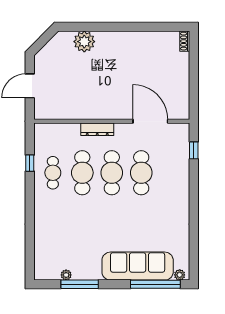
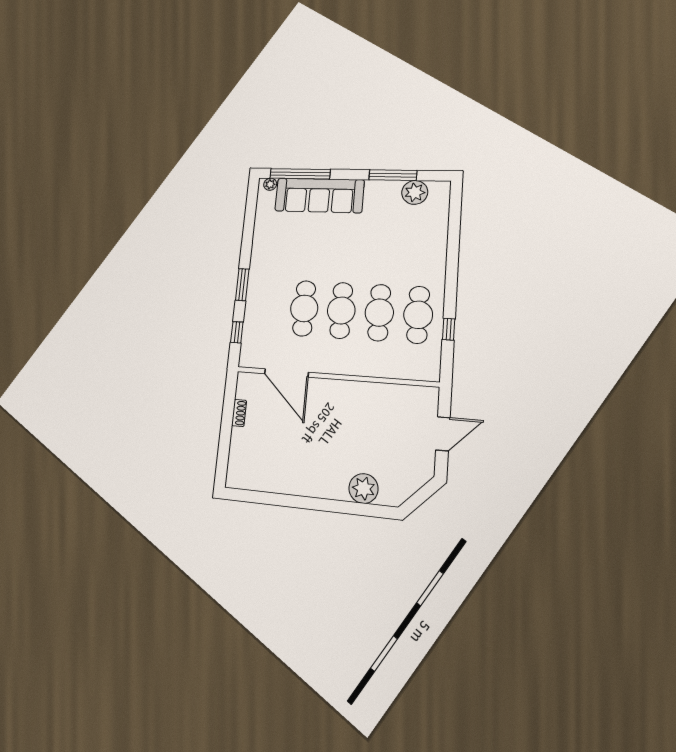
shoe rack: (185, 41) -> (239, 413), moved
dresser: (97, 129) -> (355, 368), removed
cafe table: (53, 173) -> (418, 315), width x1.37, depth x1.35
window: (194, 189) -> (242, 285), added
plant: (66, 275) -> (415, 192), width x1.88, depth x1.88

